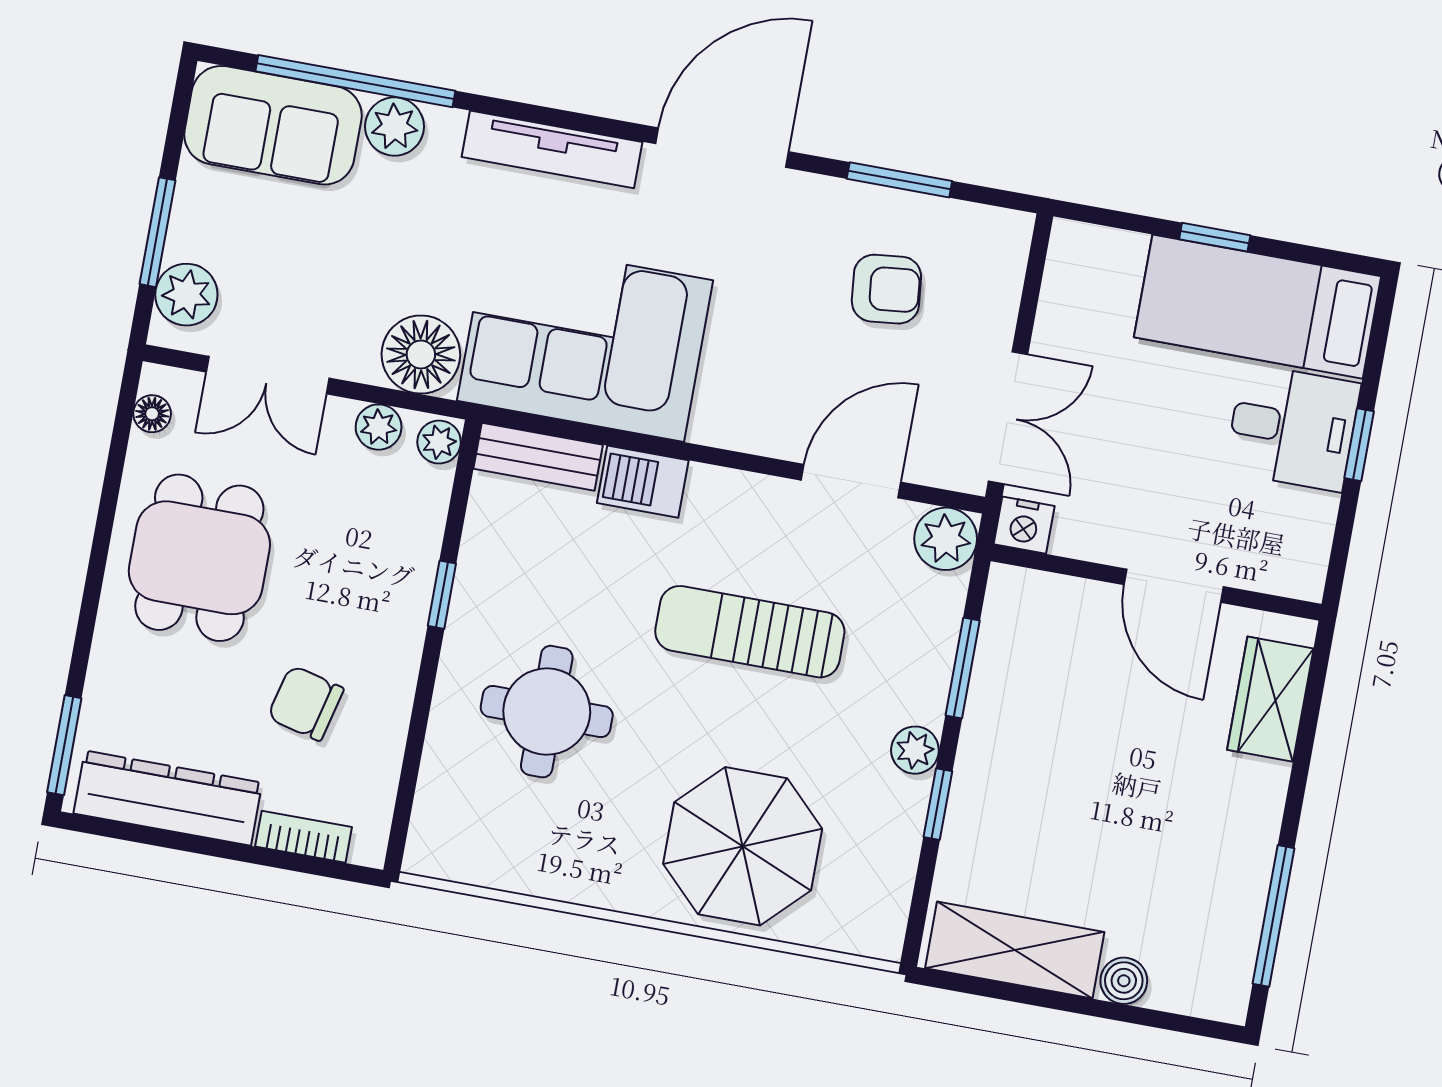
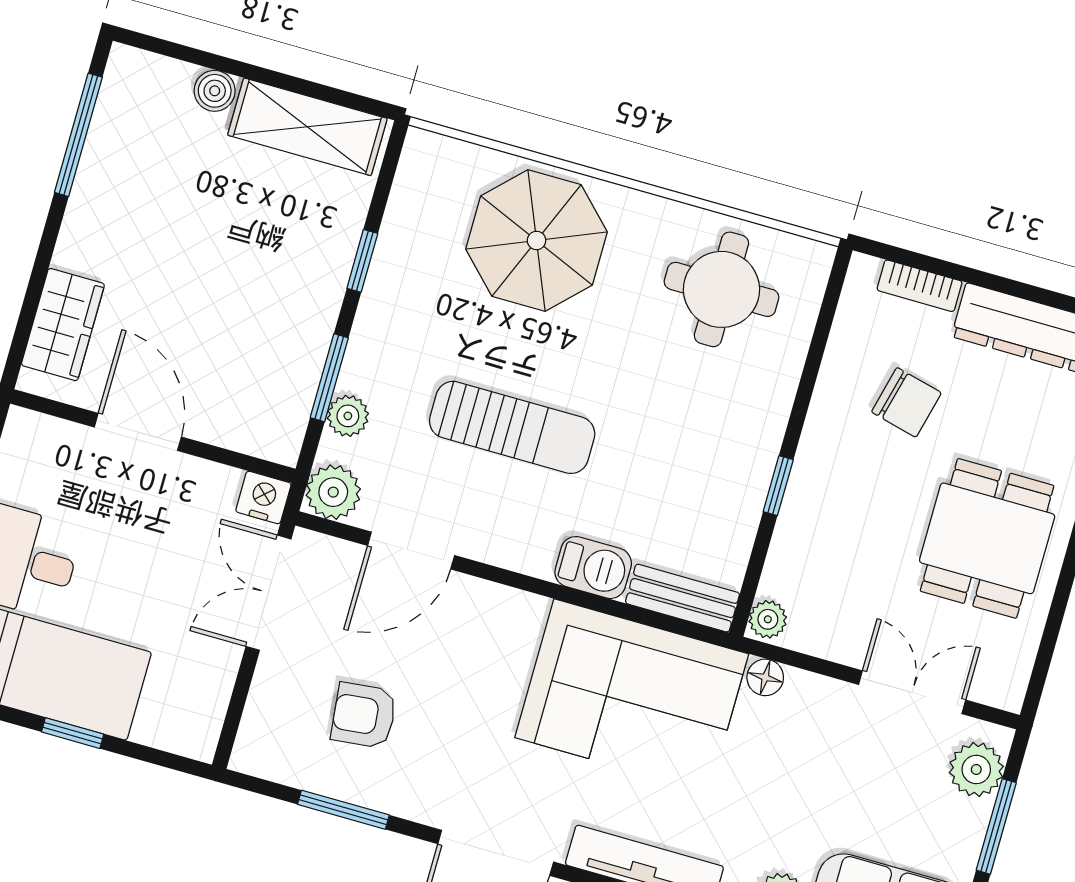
floor lamp: (421, 355) -> (765, 677), width x0.53, depth x0.53
floor lamp: (152, 414) -> (1016, 668), removed
plant: (379, 427) -> (819, 638), removed
round table: (547, 712) -> (721, 289), moved
plant: (915, 750) -> (348, 416), moved

